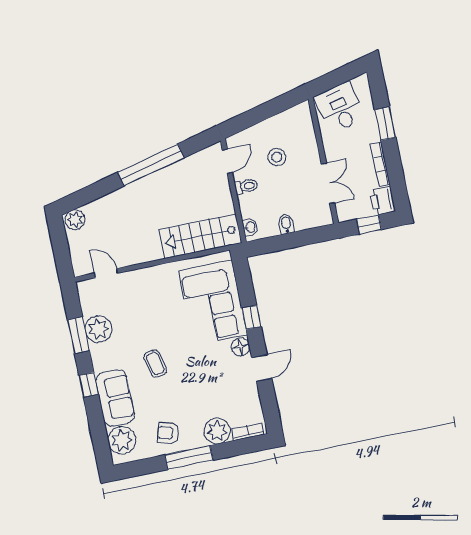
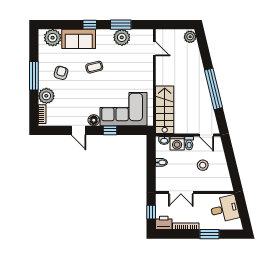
washing machine: (250, 205) -> (177, 143), added
door: (106, 273) -> (154, 49), hinge flipped
armchair: (168, 433) -> (61, 73), moved

